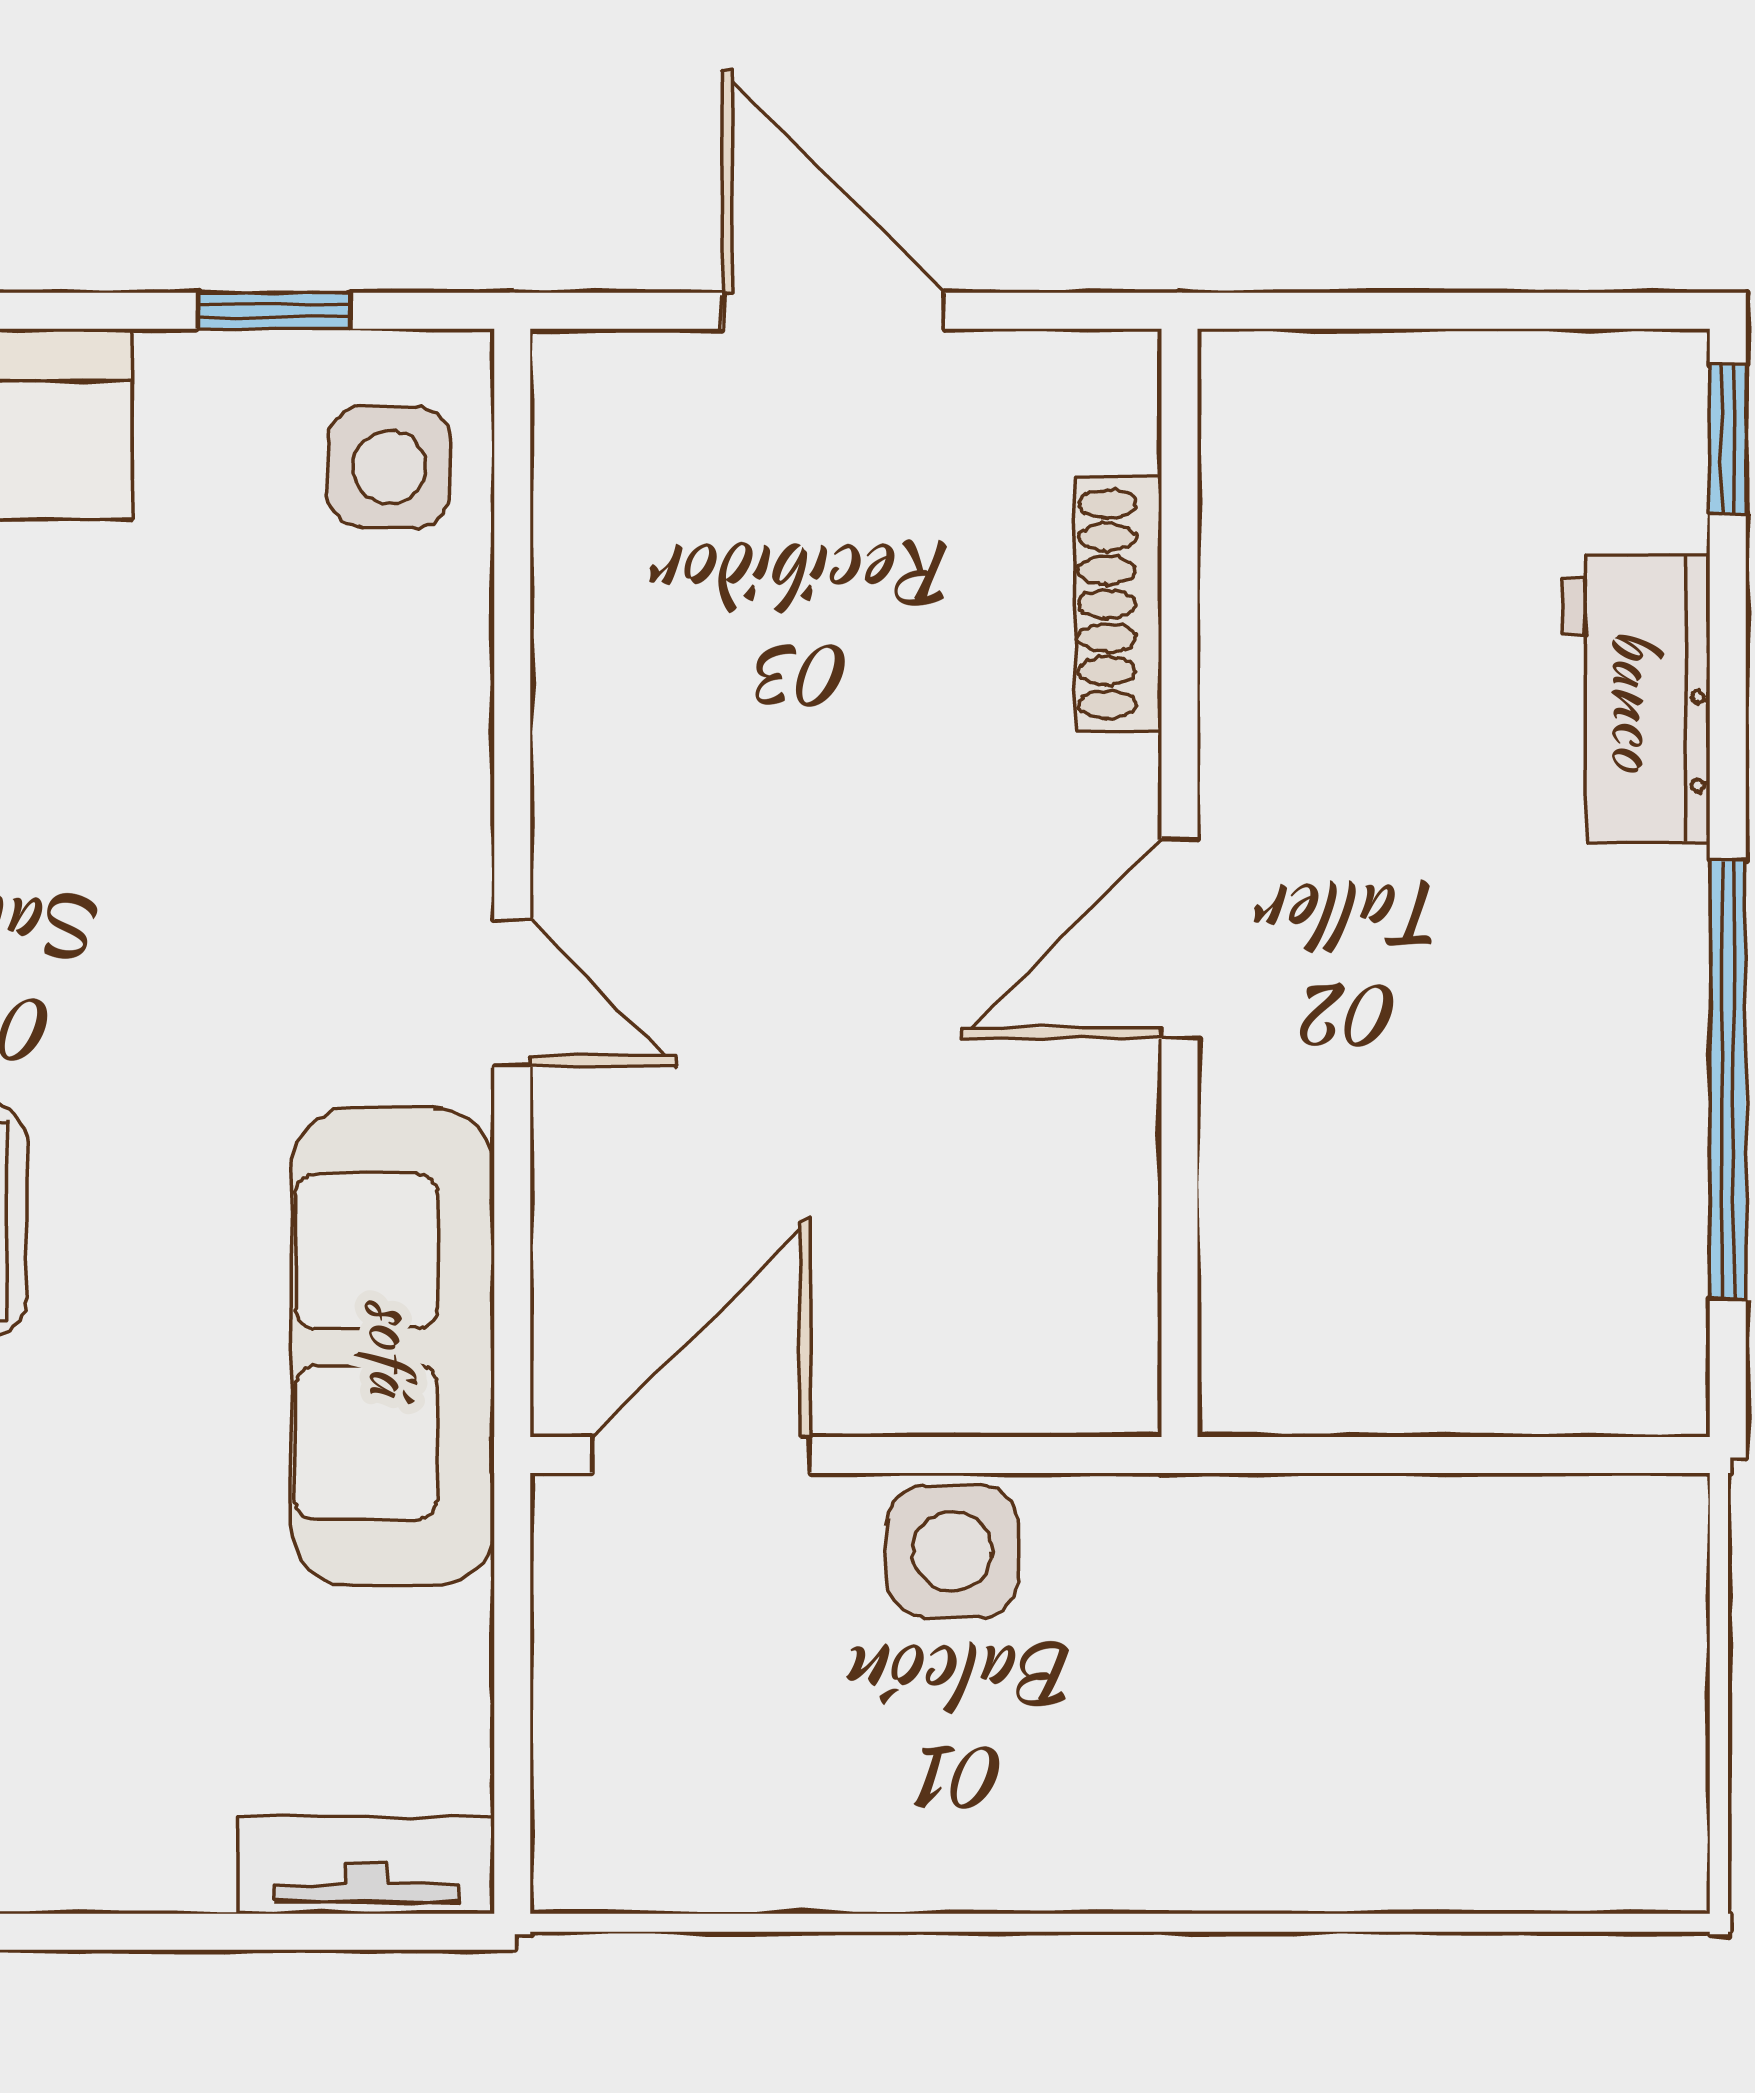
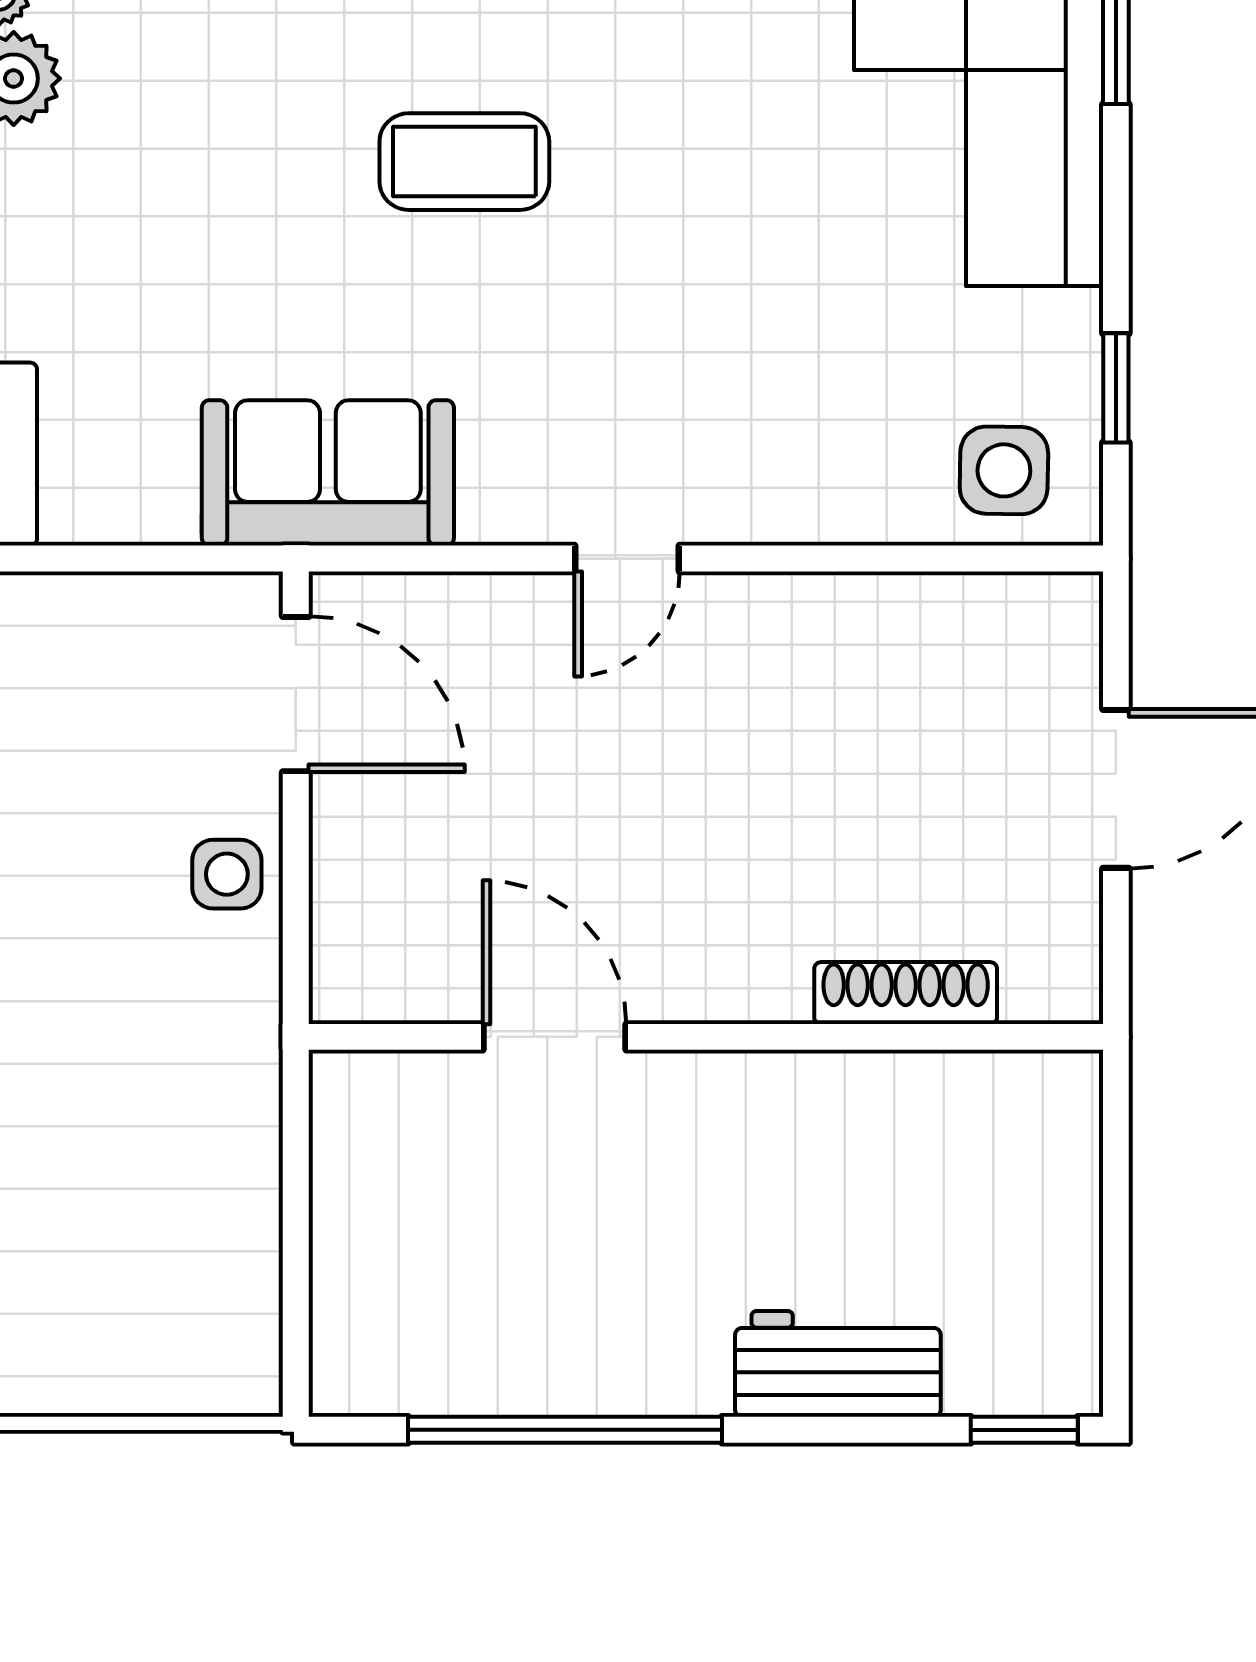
door: (1180, 938) -> (555, 1037), moved
sofa: (393, 1347) -> (328, 473), width x0.73
side table: (953, 1551) -> (227, 874), width x0.73, depth x0.73

